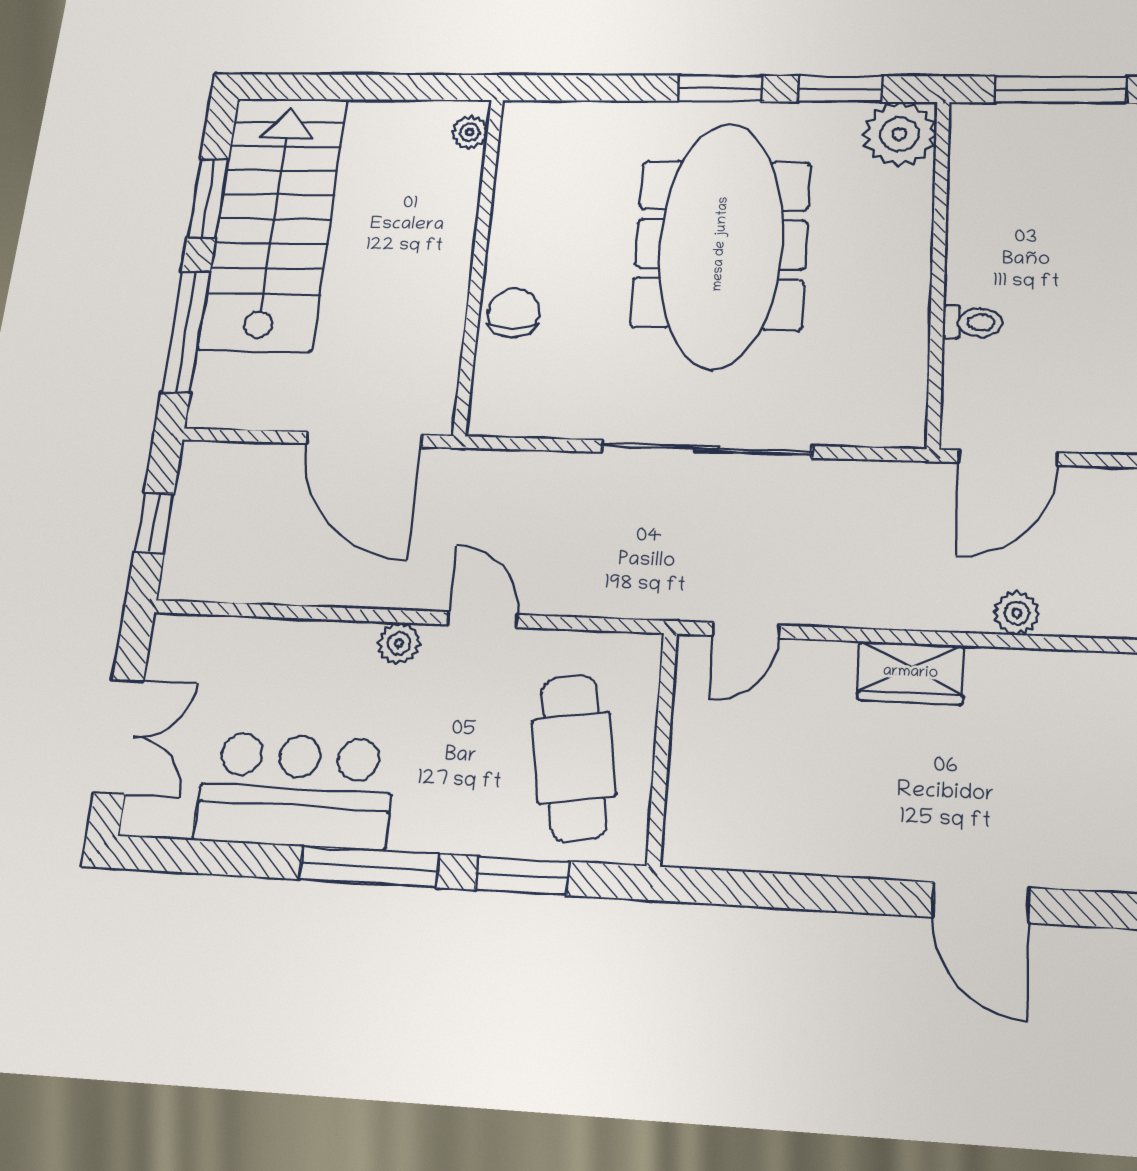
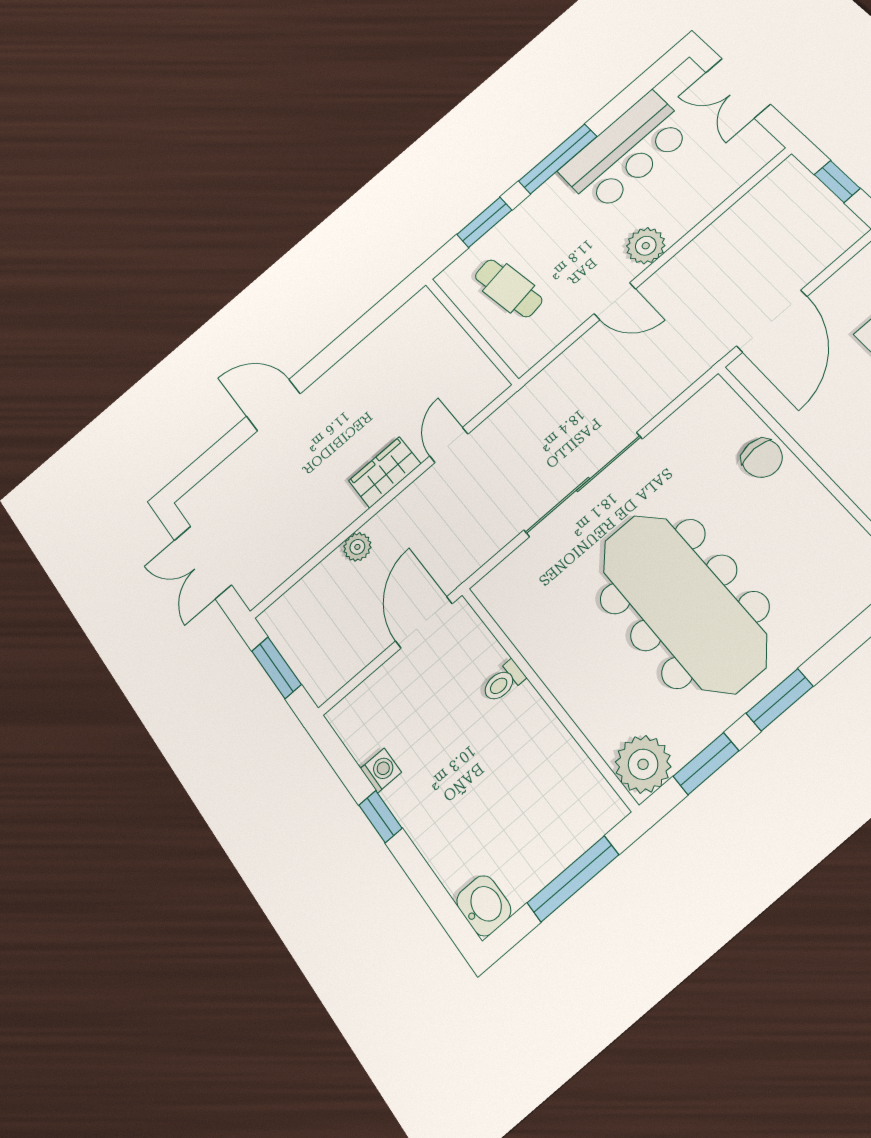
door: (364, 439) -> (772, 321), swing flipped
door: (746, 630) -> (449, 445), moved
plant: (399, 643) -> (646, 246), width x1.38, depth x1.38
cafe table: (574, 758) -> (508, 288), width x0.73, depth x0.74

